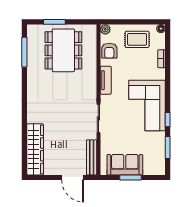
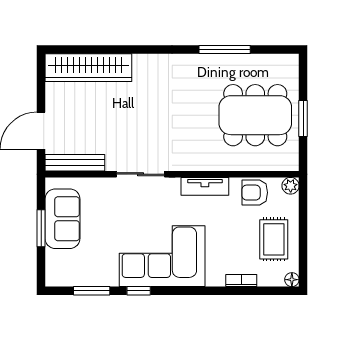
window: (54, 22) -> (303, 119), moved
window: (24, 52) -> (225, 49), moved

